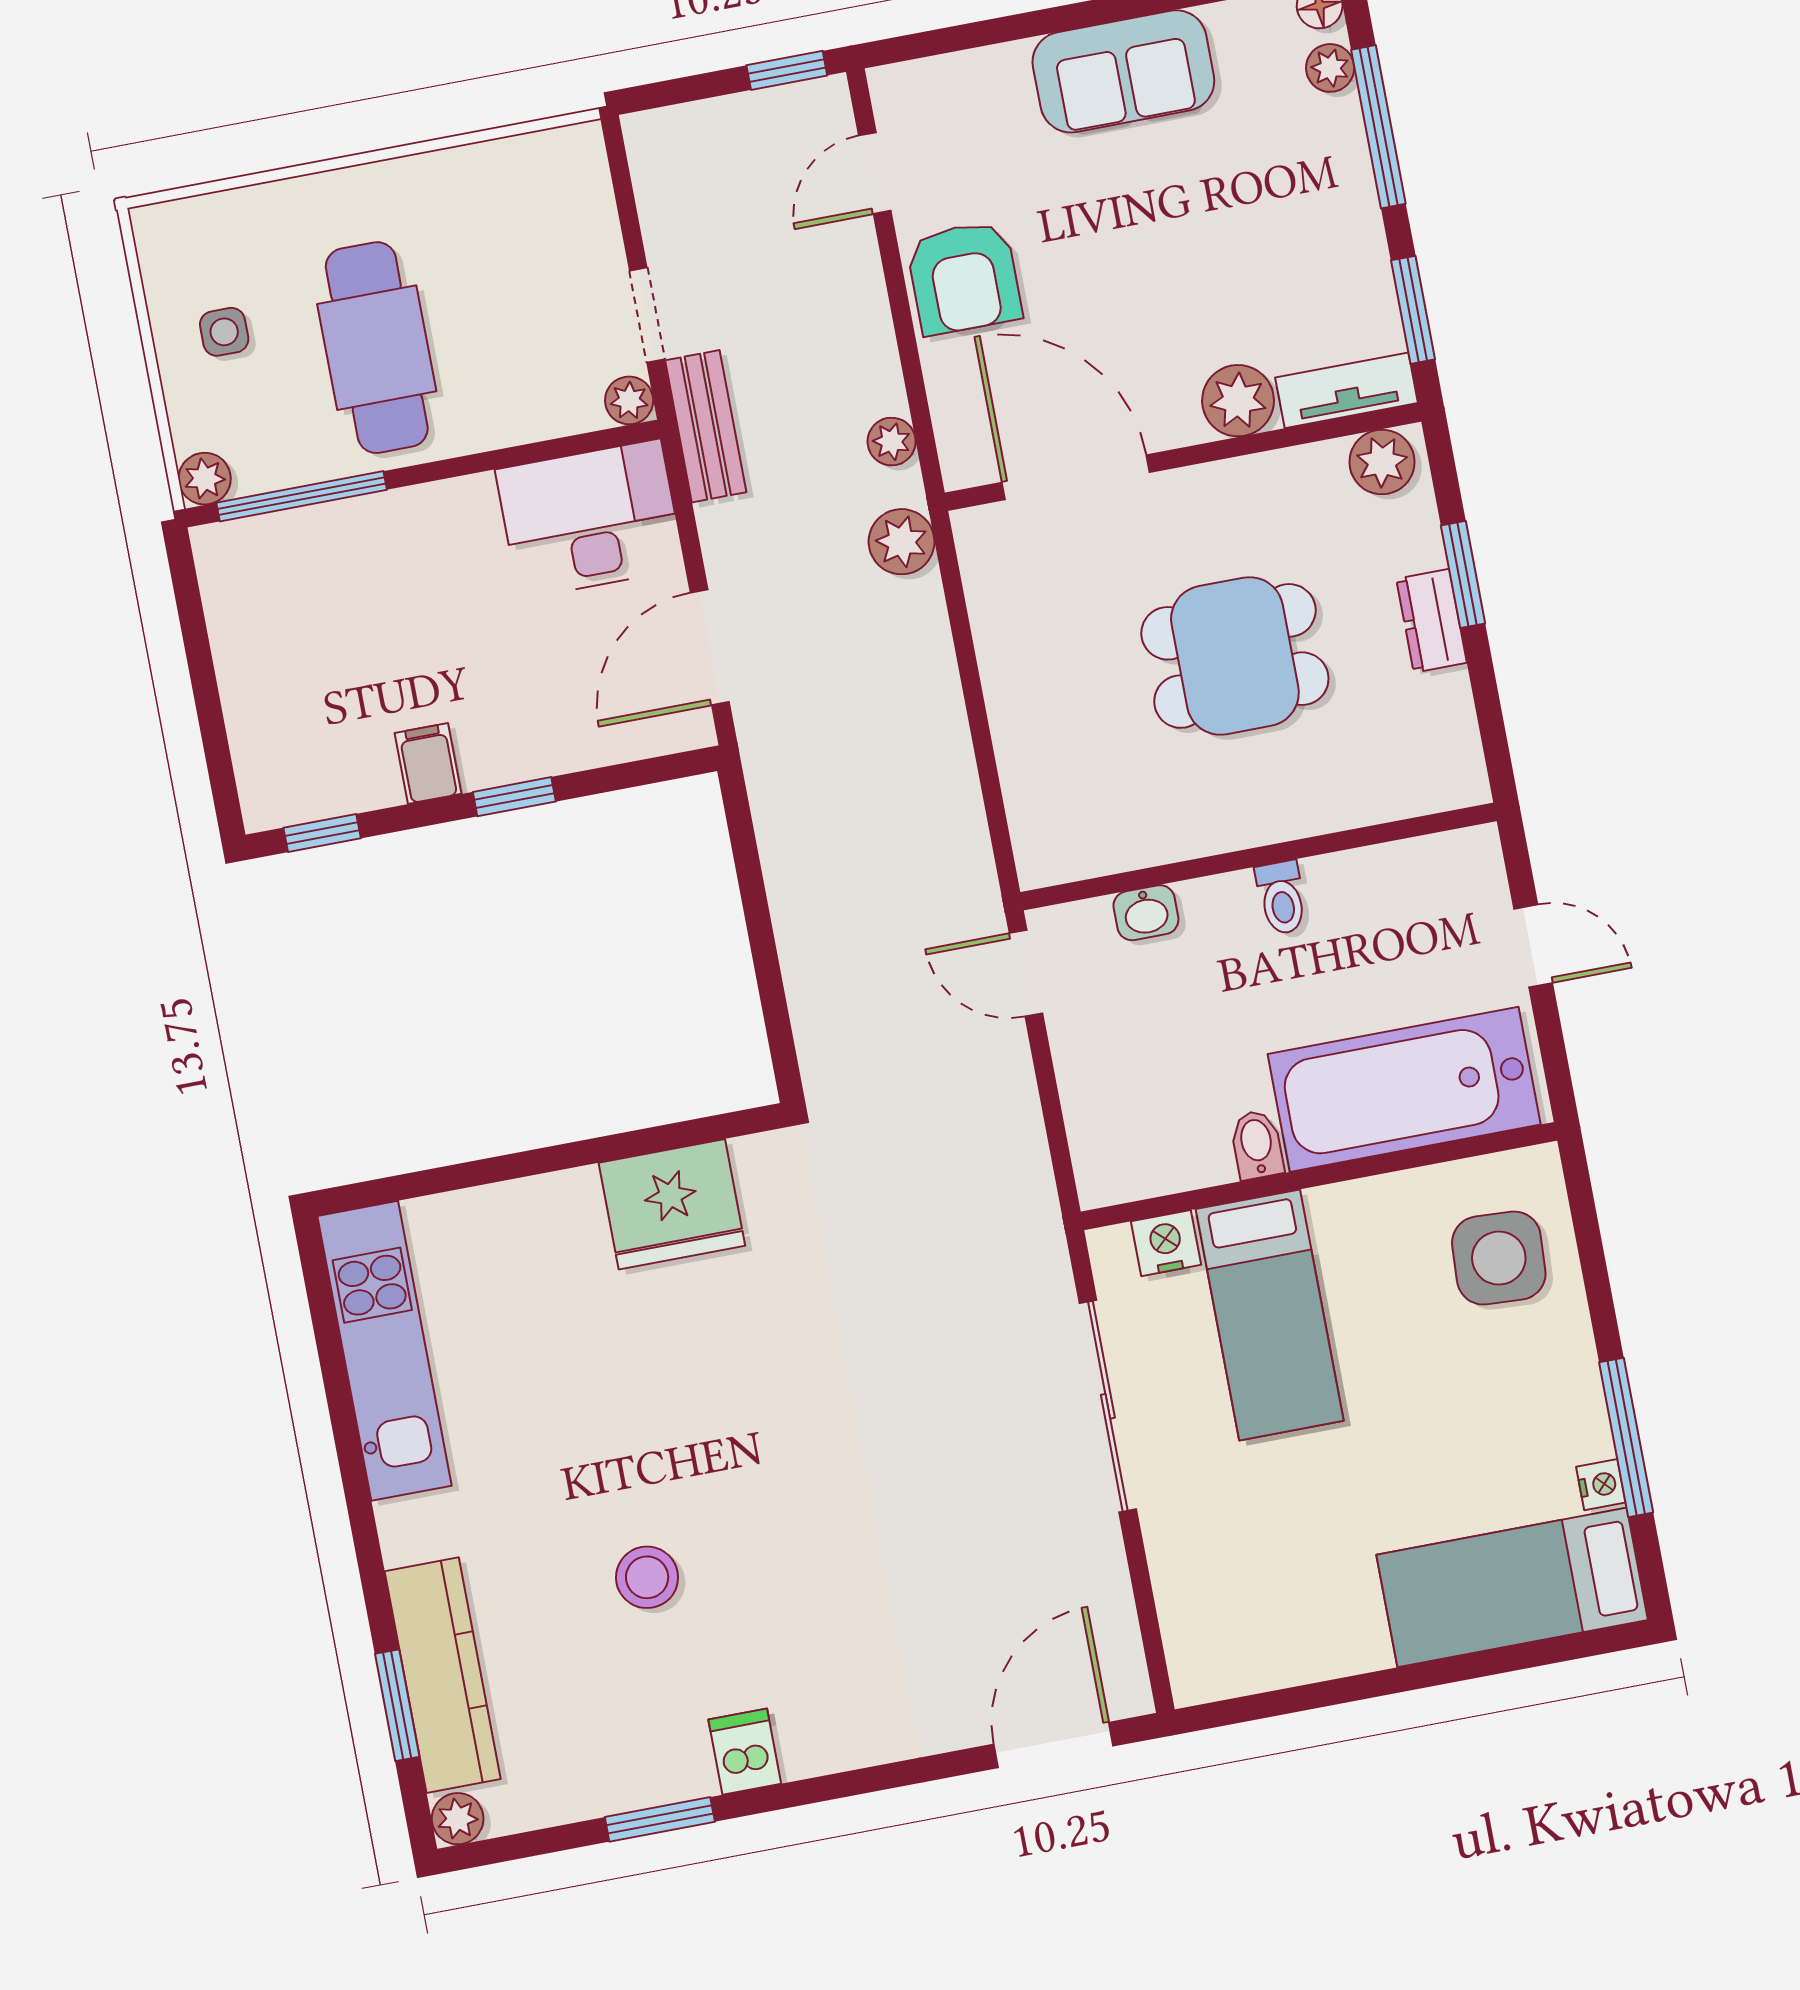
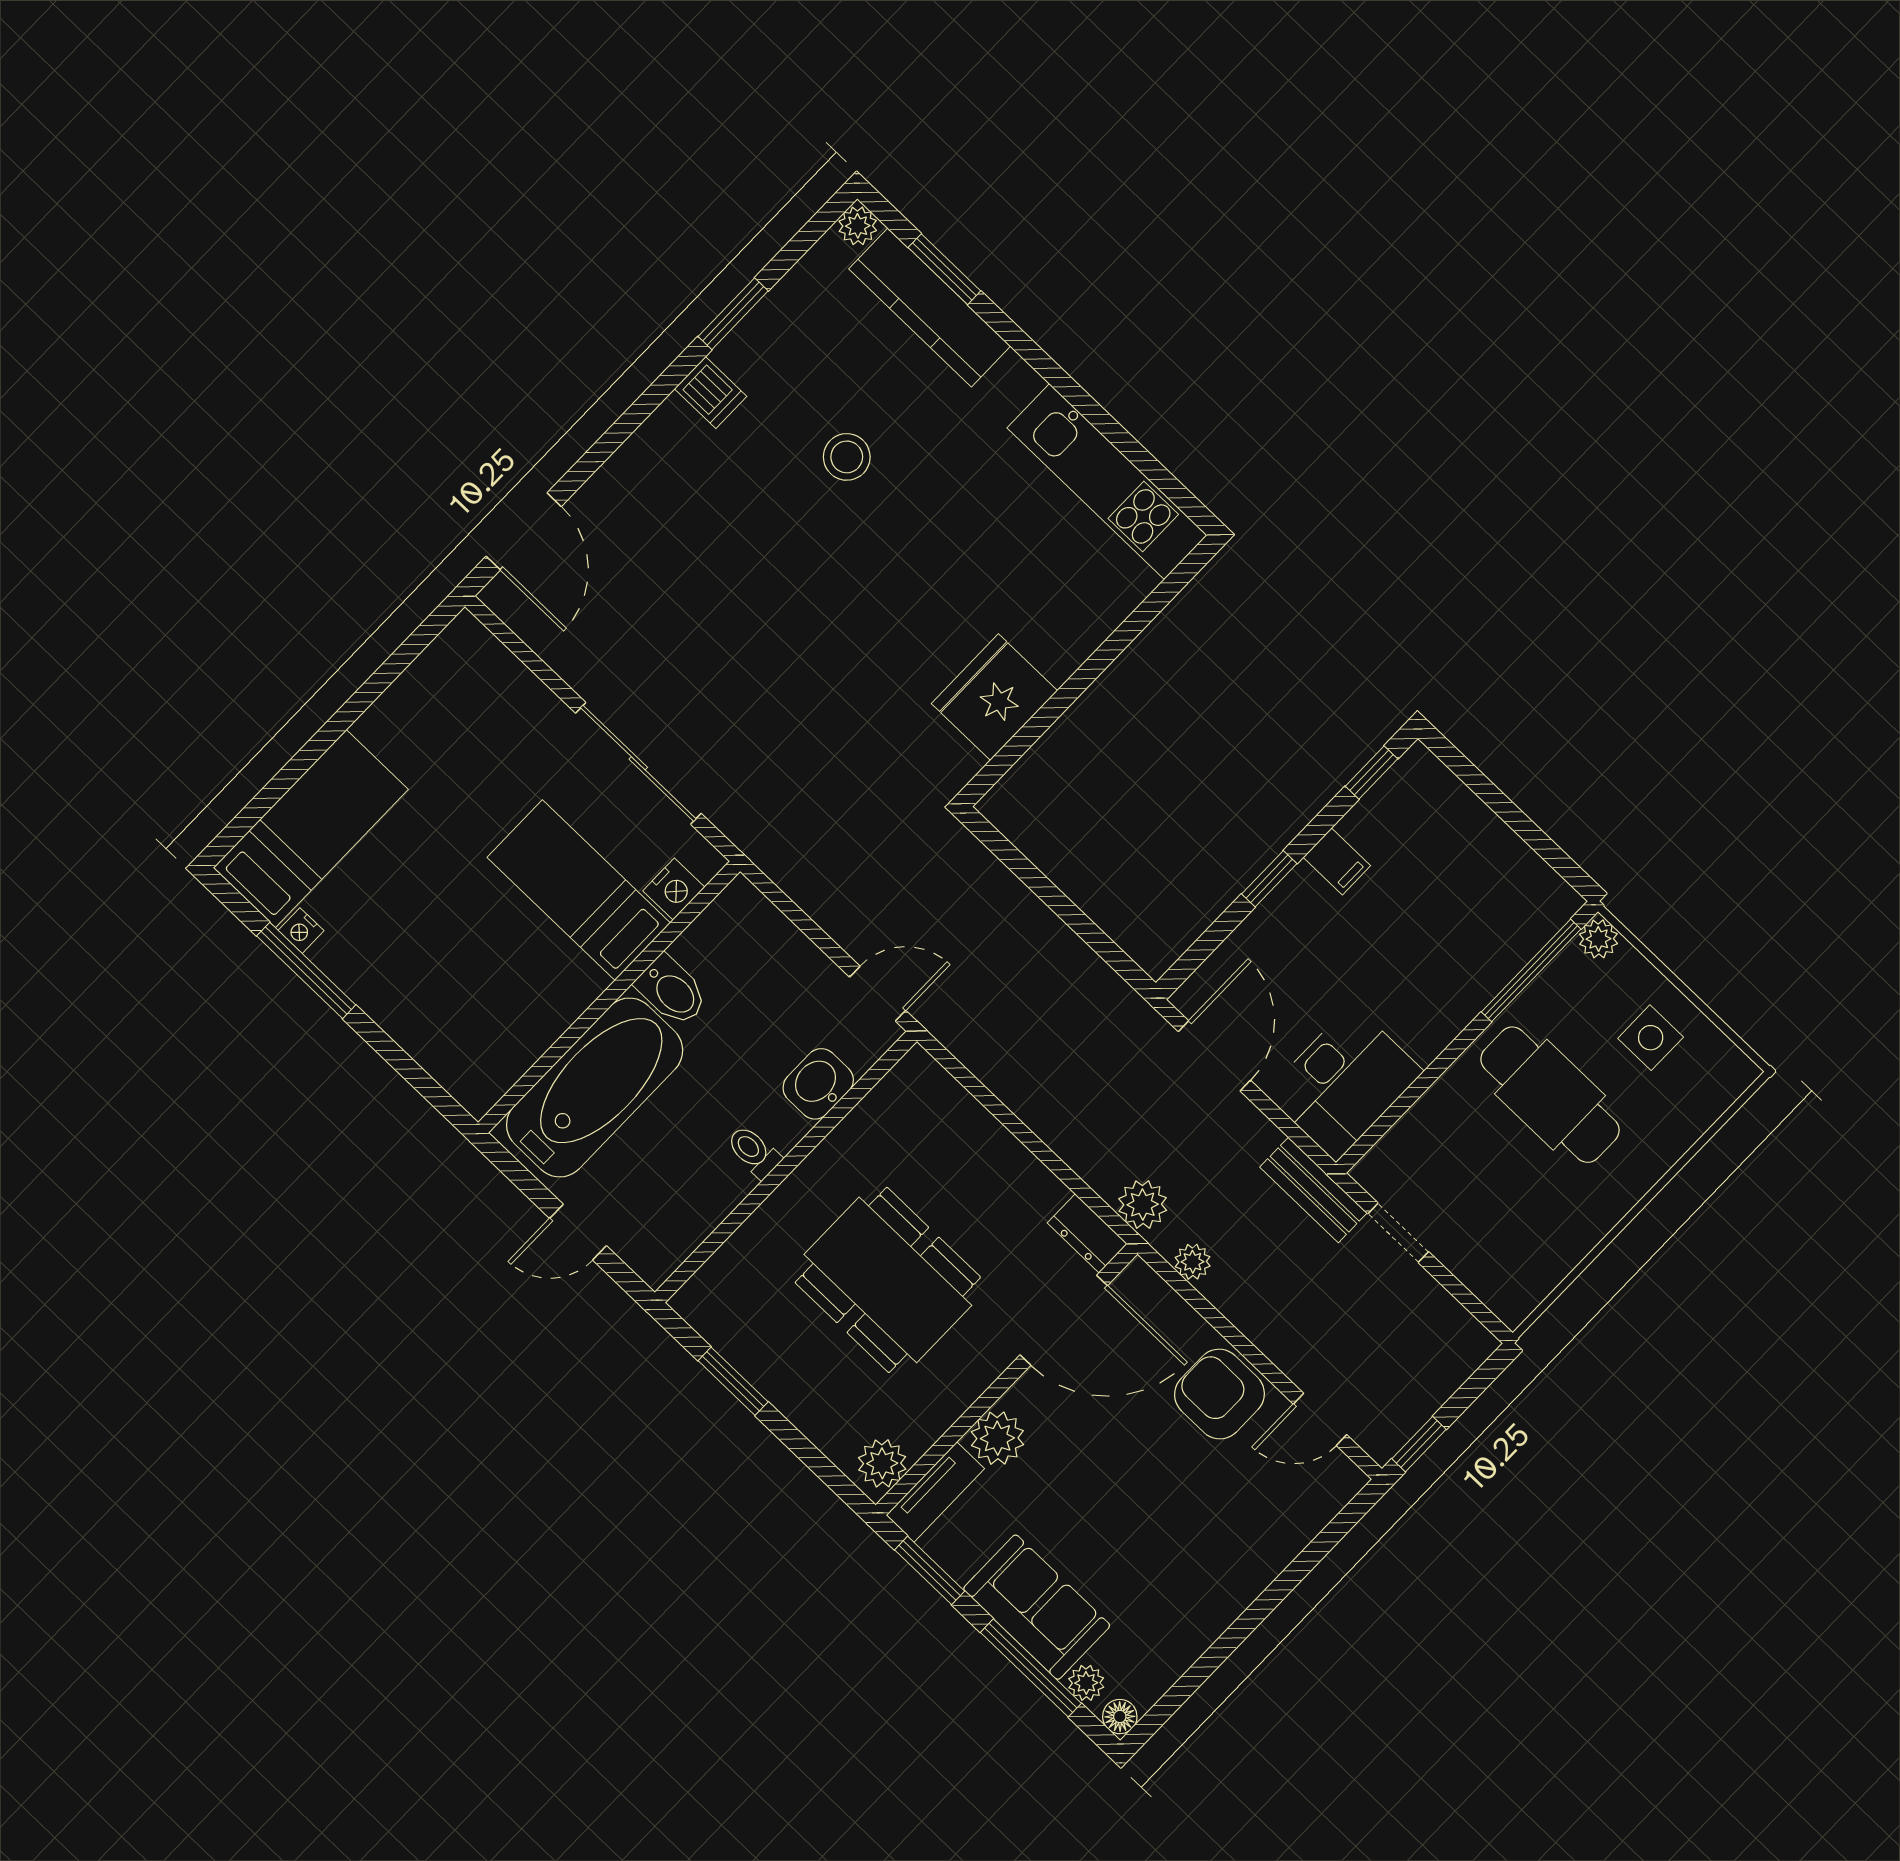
sofa: (1123, 71) -> (1037, 1607), moved, turned 90
door: (875, 173) -> (1320, 1419), swing flipped
side table: (224, 332) -> (1651, 1038), width x1.37, depth x1.37
plant: (629, 400) -> (1372, 1172), removed
window: (1463, 574) -> (733, 1381), moved
dresser: (1432, 621) -> (1087, 1233), moved, turned 180
dining table: (1235, 656) -> (888, 1280), width x1.38
washbasin: (1146, 913) -> (818, 1084), width x1.38, depth x1.45
bidet: (1257, 1145) -> (672, 991), width x1.38, depth x1.36
side table: (1499, 1258) -> (463, 1025), removed

